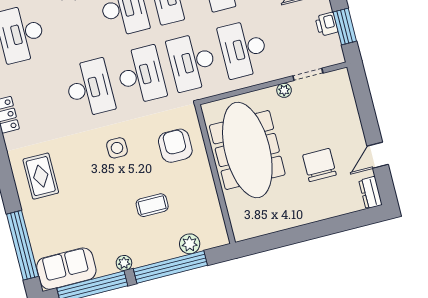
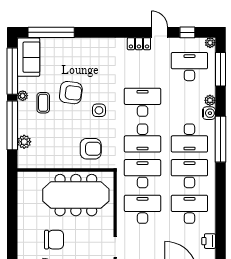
desk: (89, 88) -> (143, 102), turned 180
plant: (284, 90) -> (109, 229), removed
rug: (41, 176) -> (93, 56), removed
armchair: (102, 195) -> (71, 93), added
coffee table: (152, 205) -> (43, 103), moved

